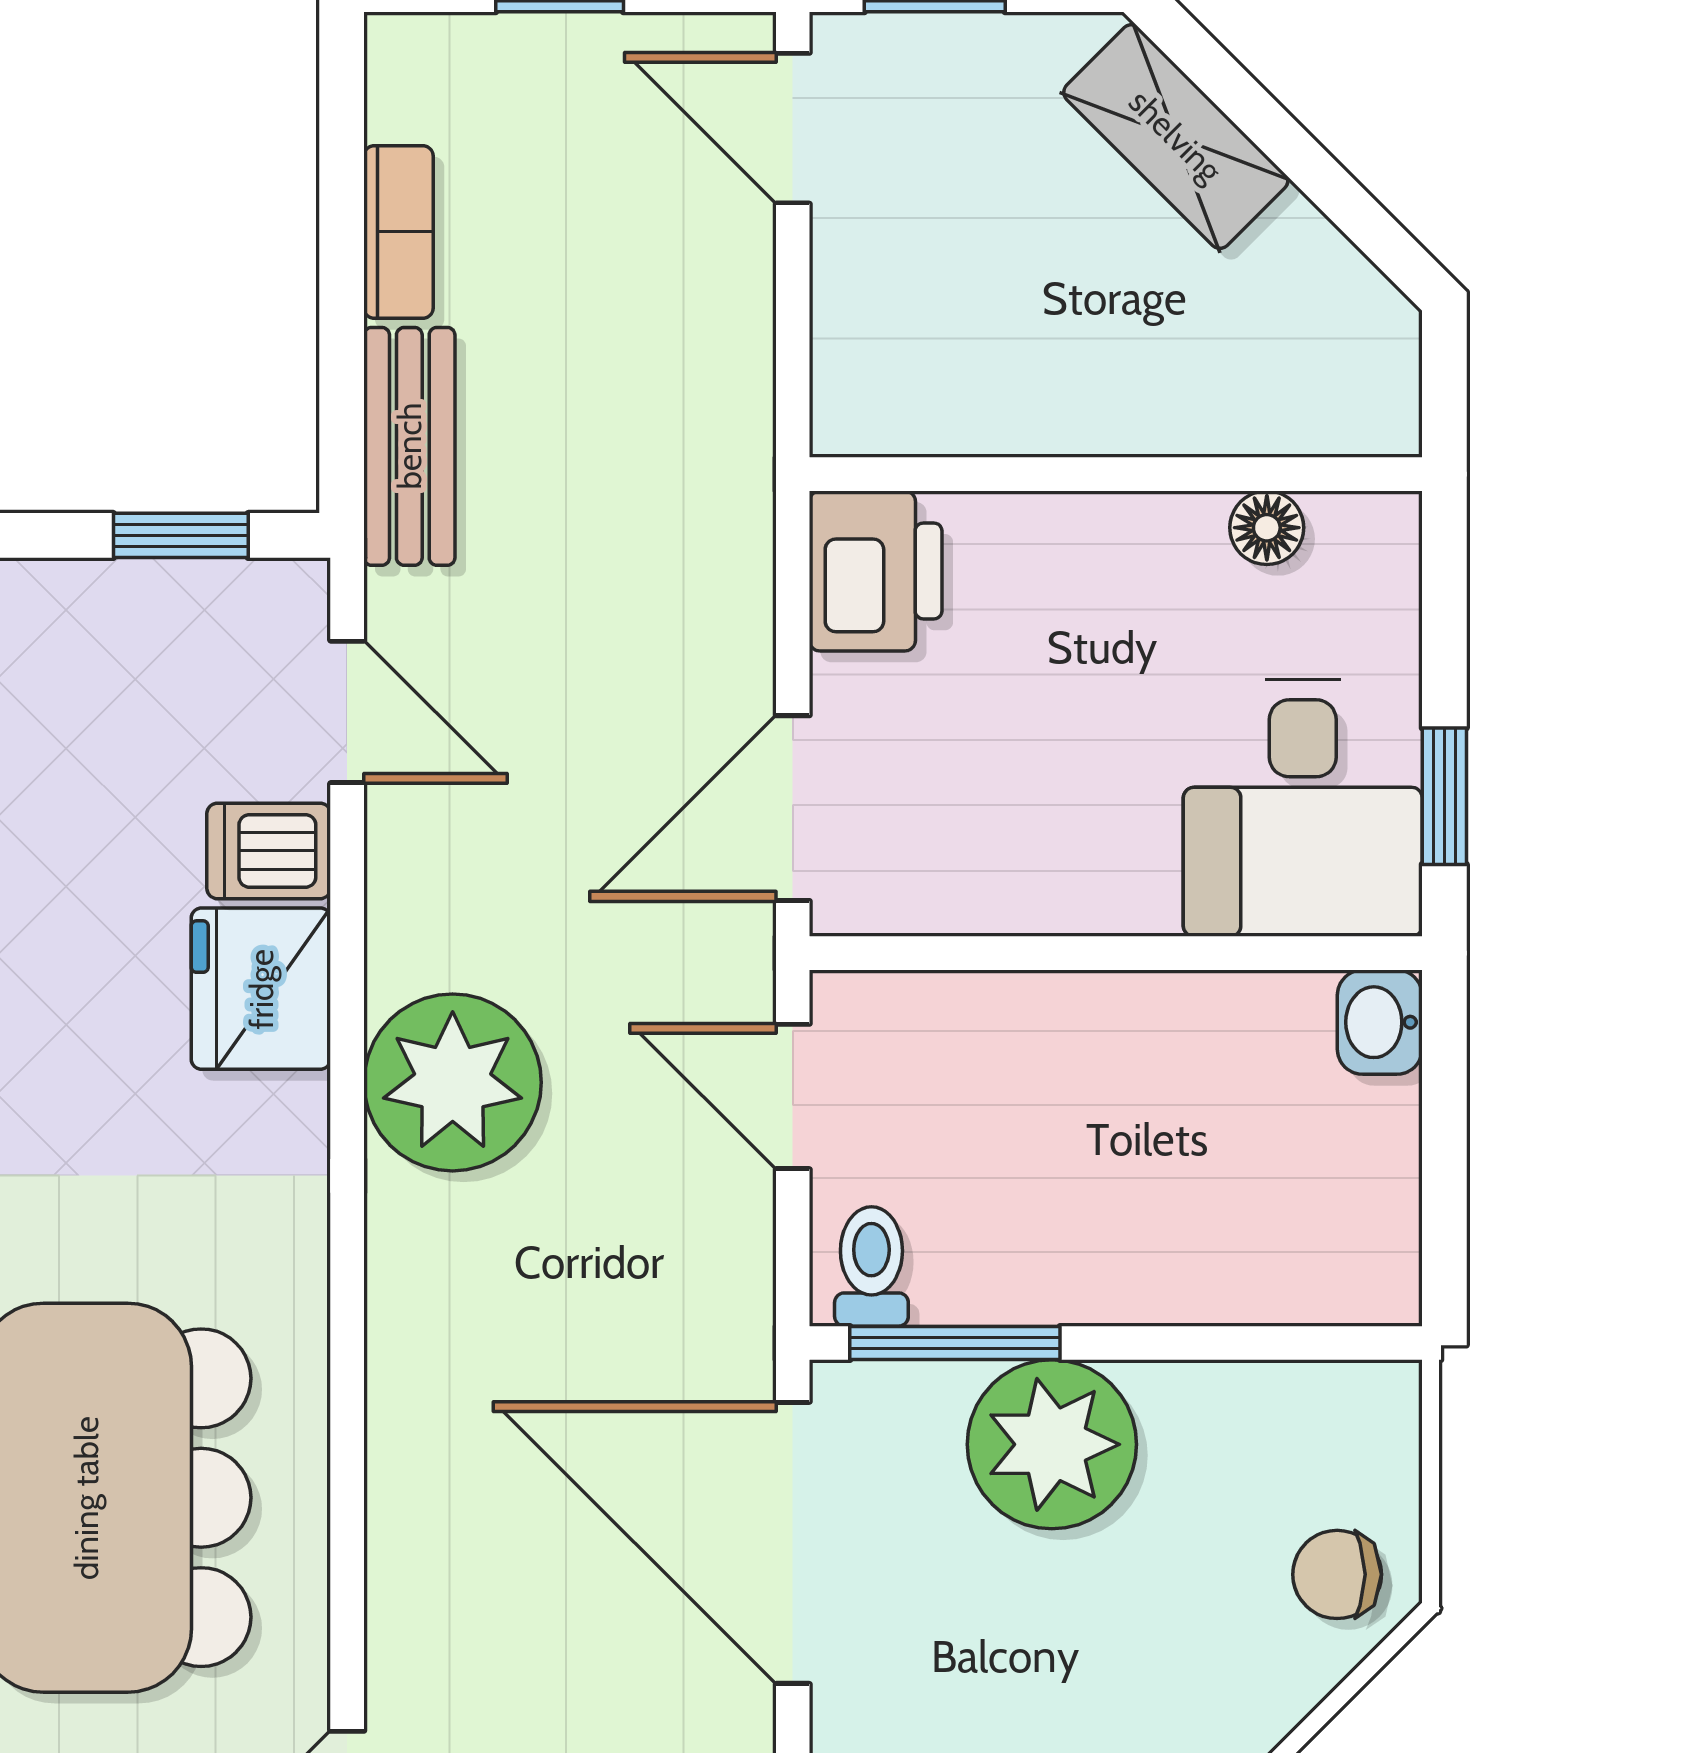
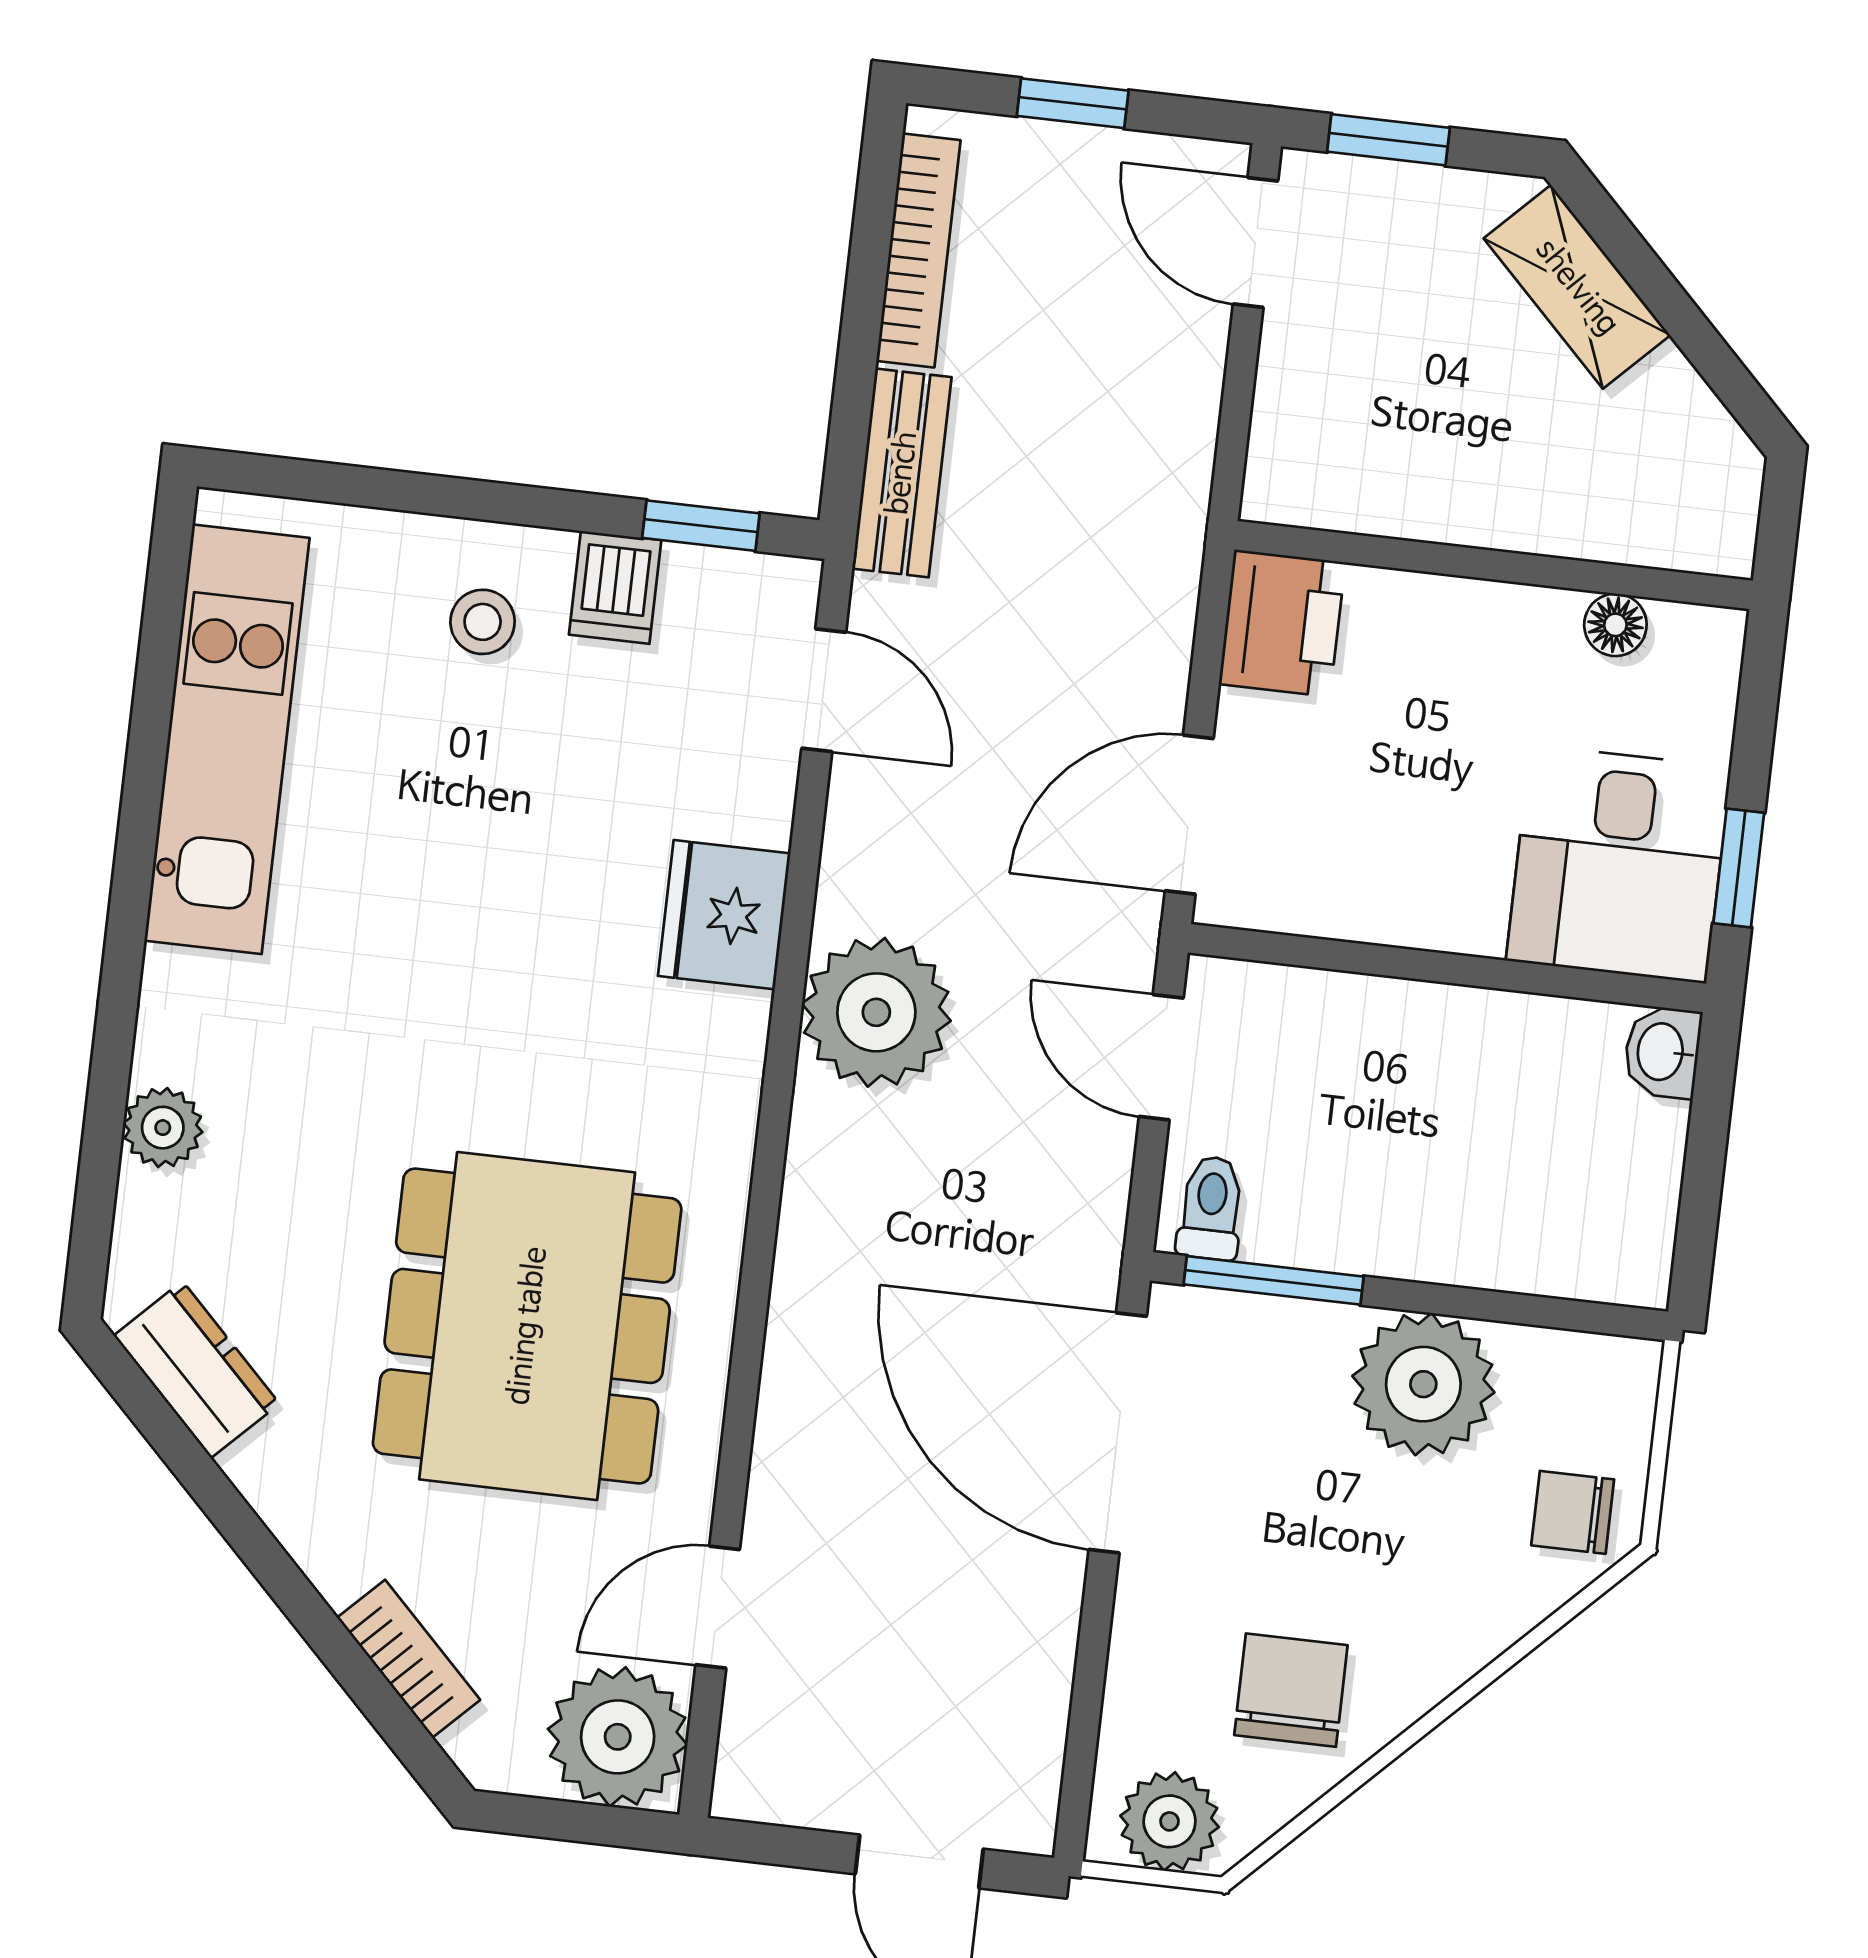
bookcase: (399, 232) -> (918, 251), width x1.56
dishwasher: (269, 851) -> (615, 587), moved, turned -90
plant: (1052, 1444) -> (1423, 1384), moved

